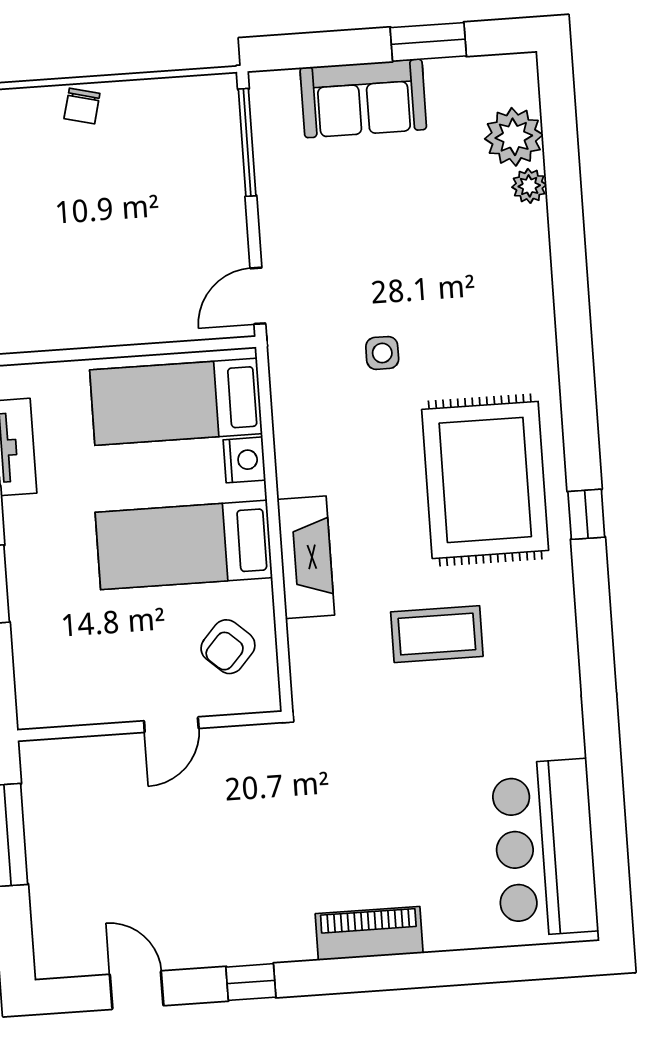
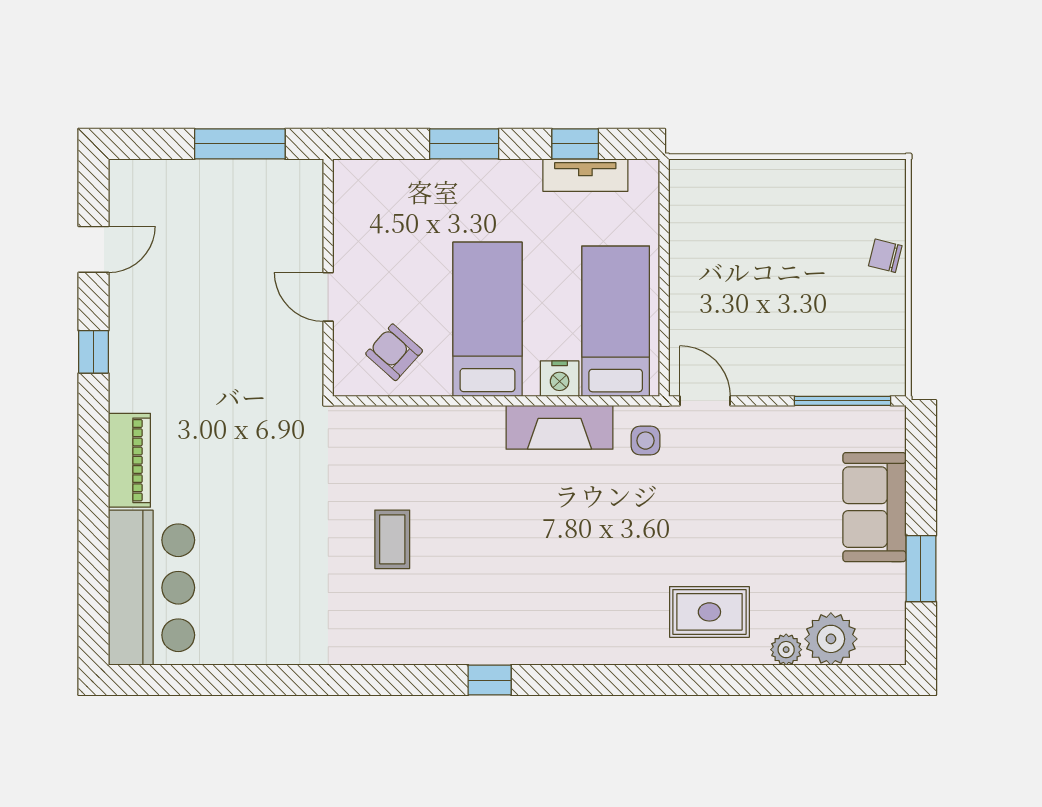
side table: (382, 353) -> (645, 441), moved
rug: (485, 480) -> (709, 612), moved, width x0.54, depth x0.49
fireplace: (306, 557) -> (560, 427), moved
coffee table: (437, 634) -> (392, 539), width x0.73, depth x0.77
bar counter: (545, 848) -> (152, 588), moved, turned 90

